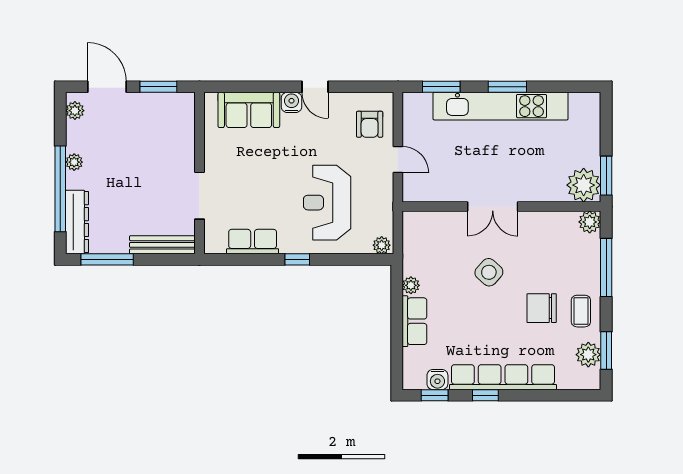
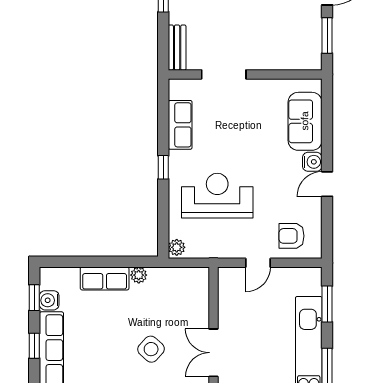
bench: (162, 245) -> (177, 48), width x0.73

